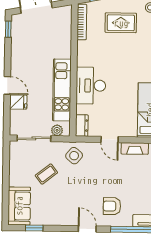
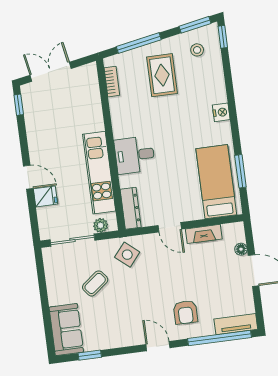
bookcase: (82, 22) -> (112, 82), width x0.64
rug: (121, 23) -> (162, 75), turned 90
desk: (91, 86) -> (135, 155), width x0.73
dresser: (82, 125) -> (131, 208), width x1.44
armchair: (112, 206) -> (185, 312), turned -90

